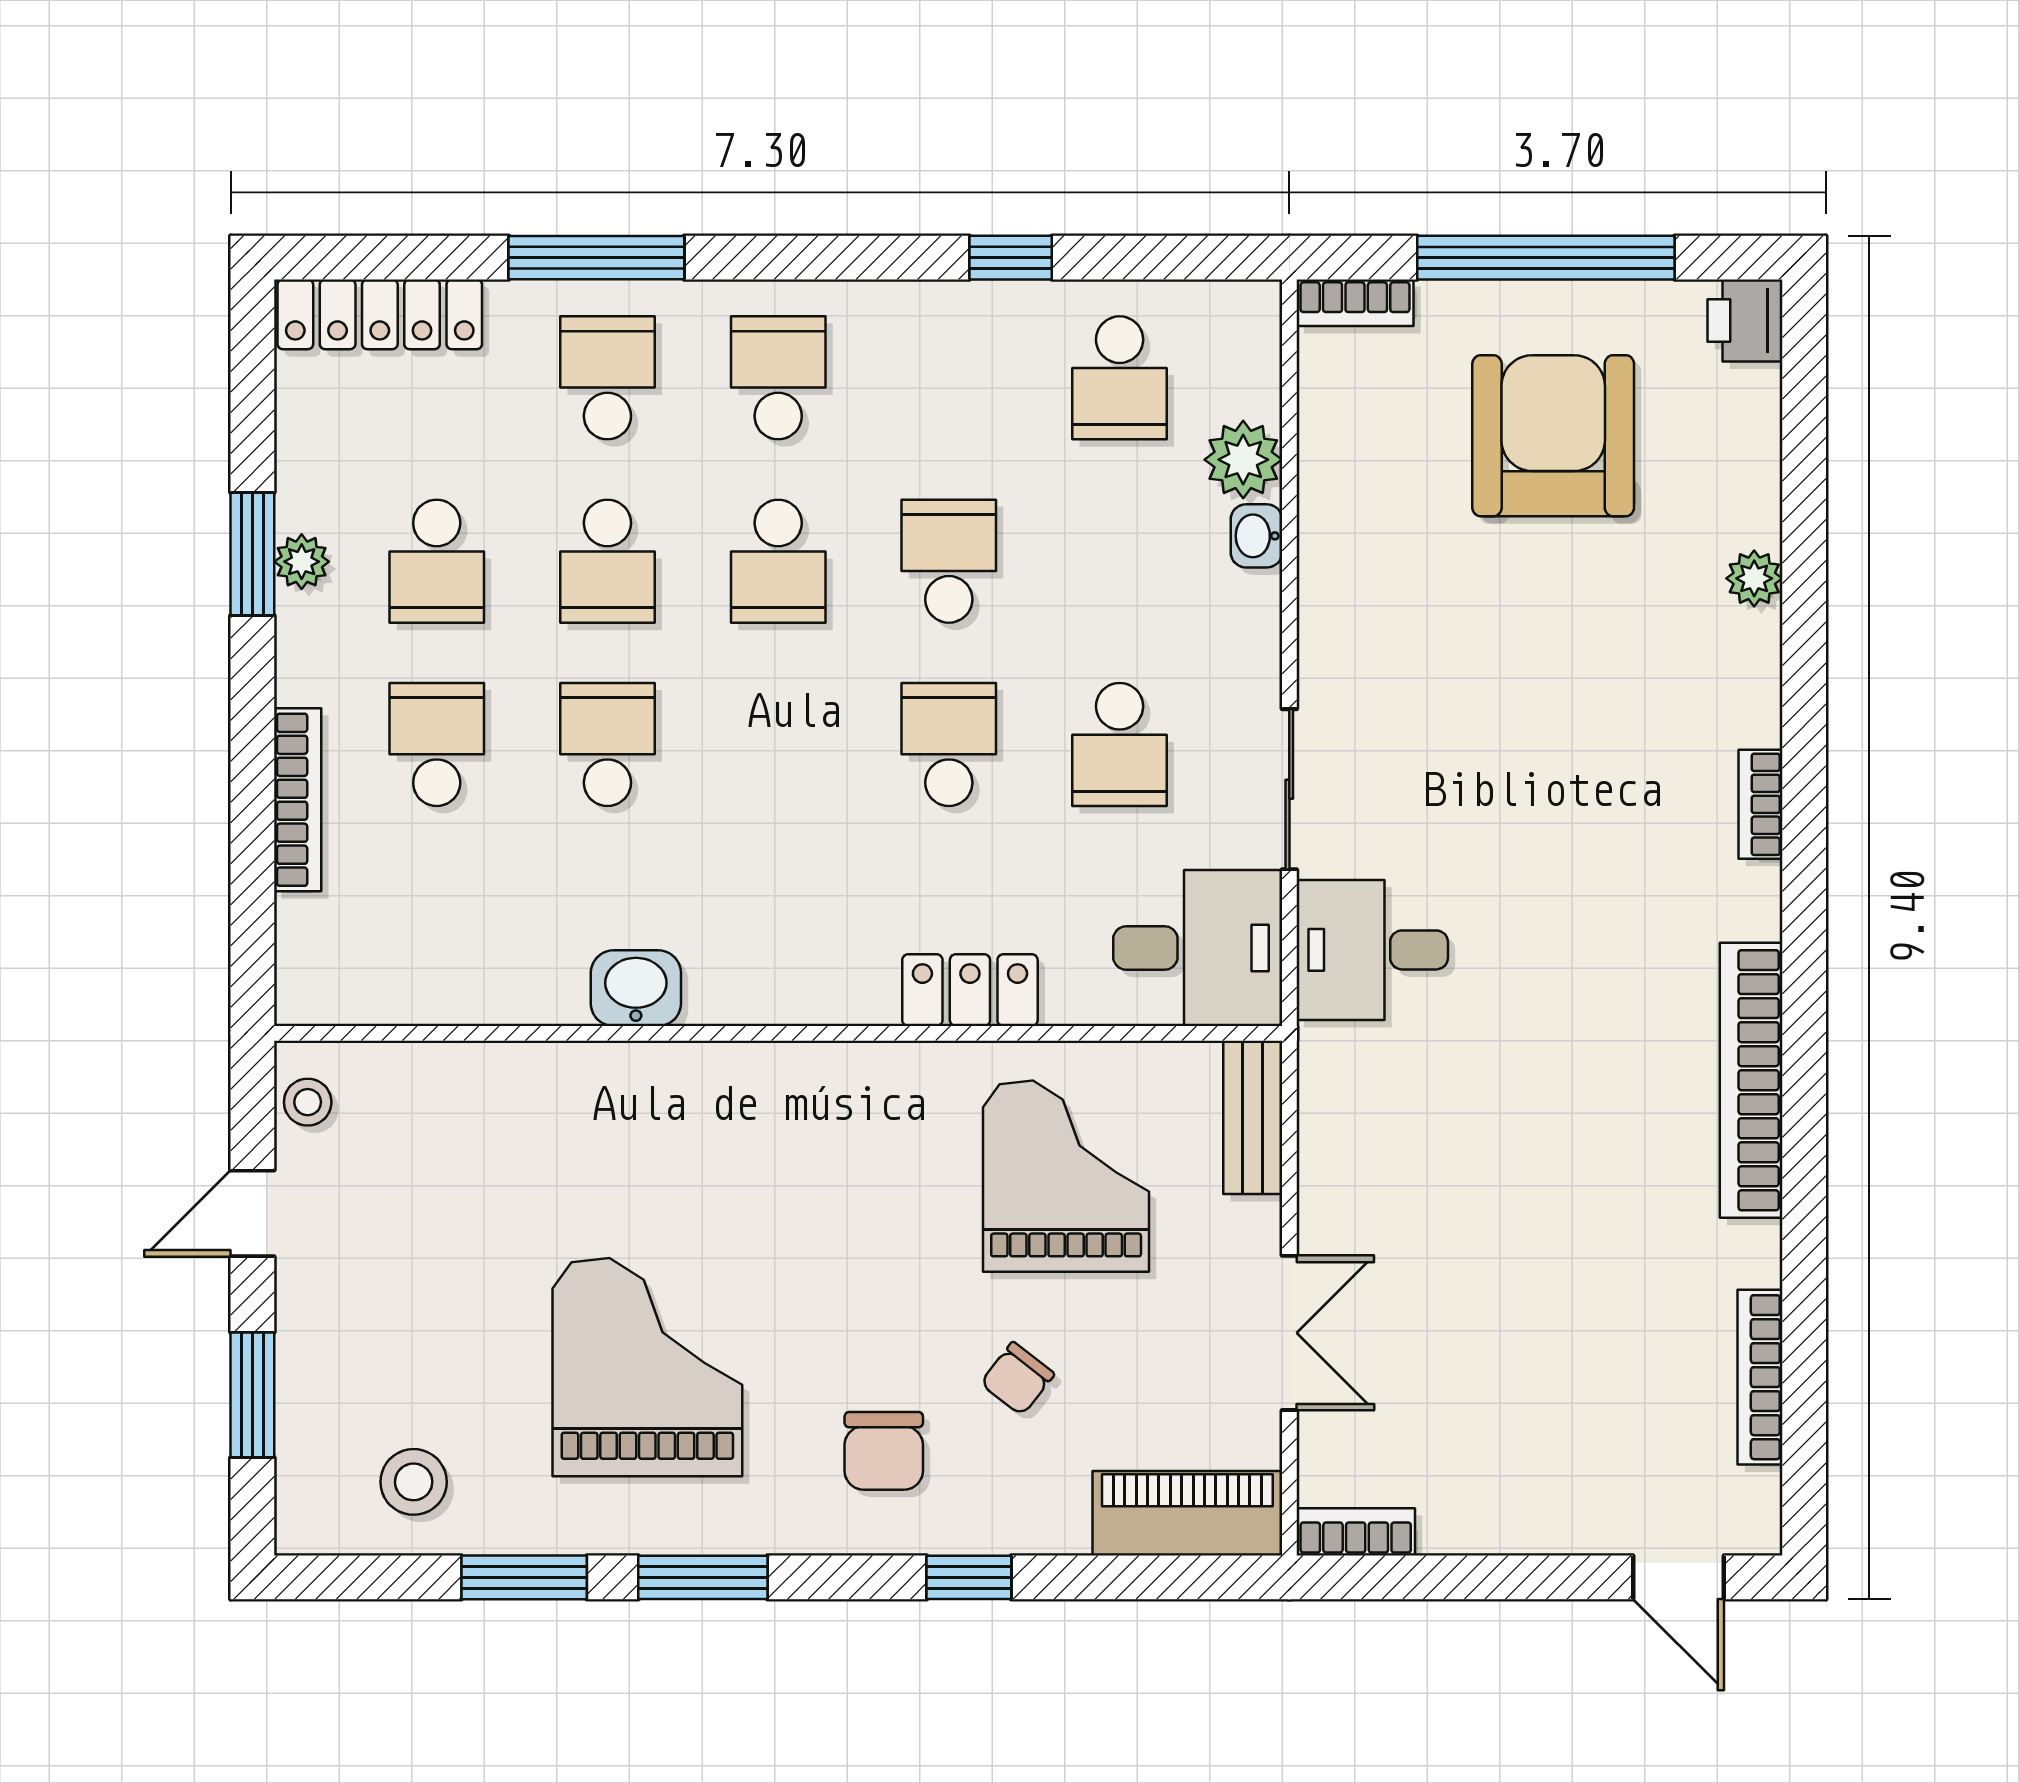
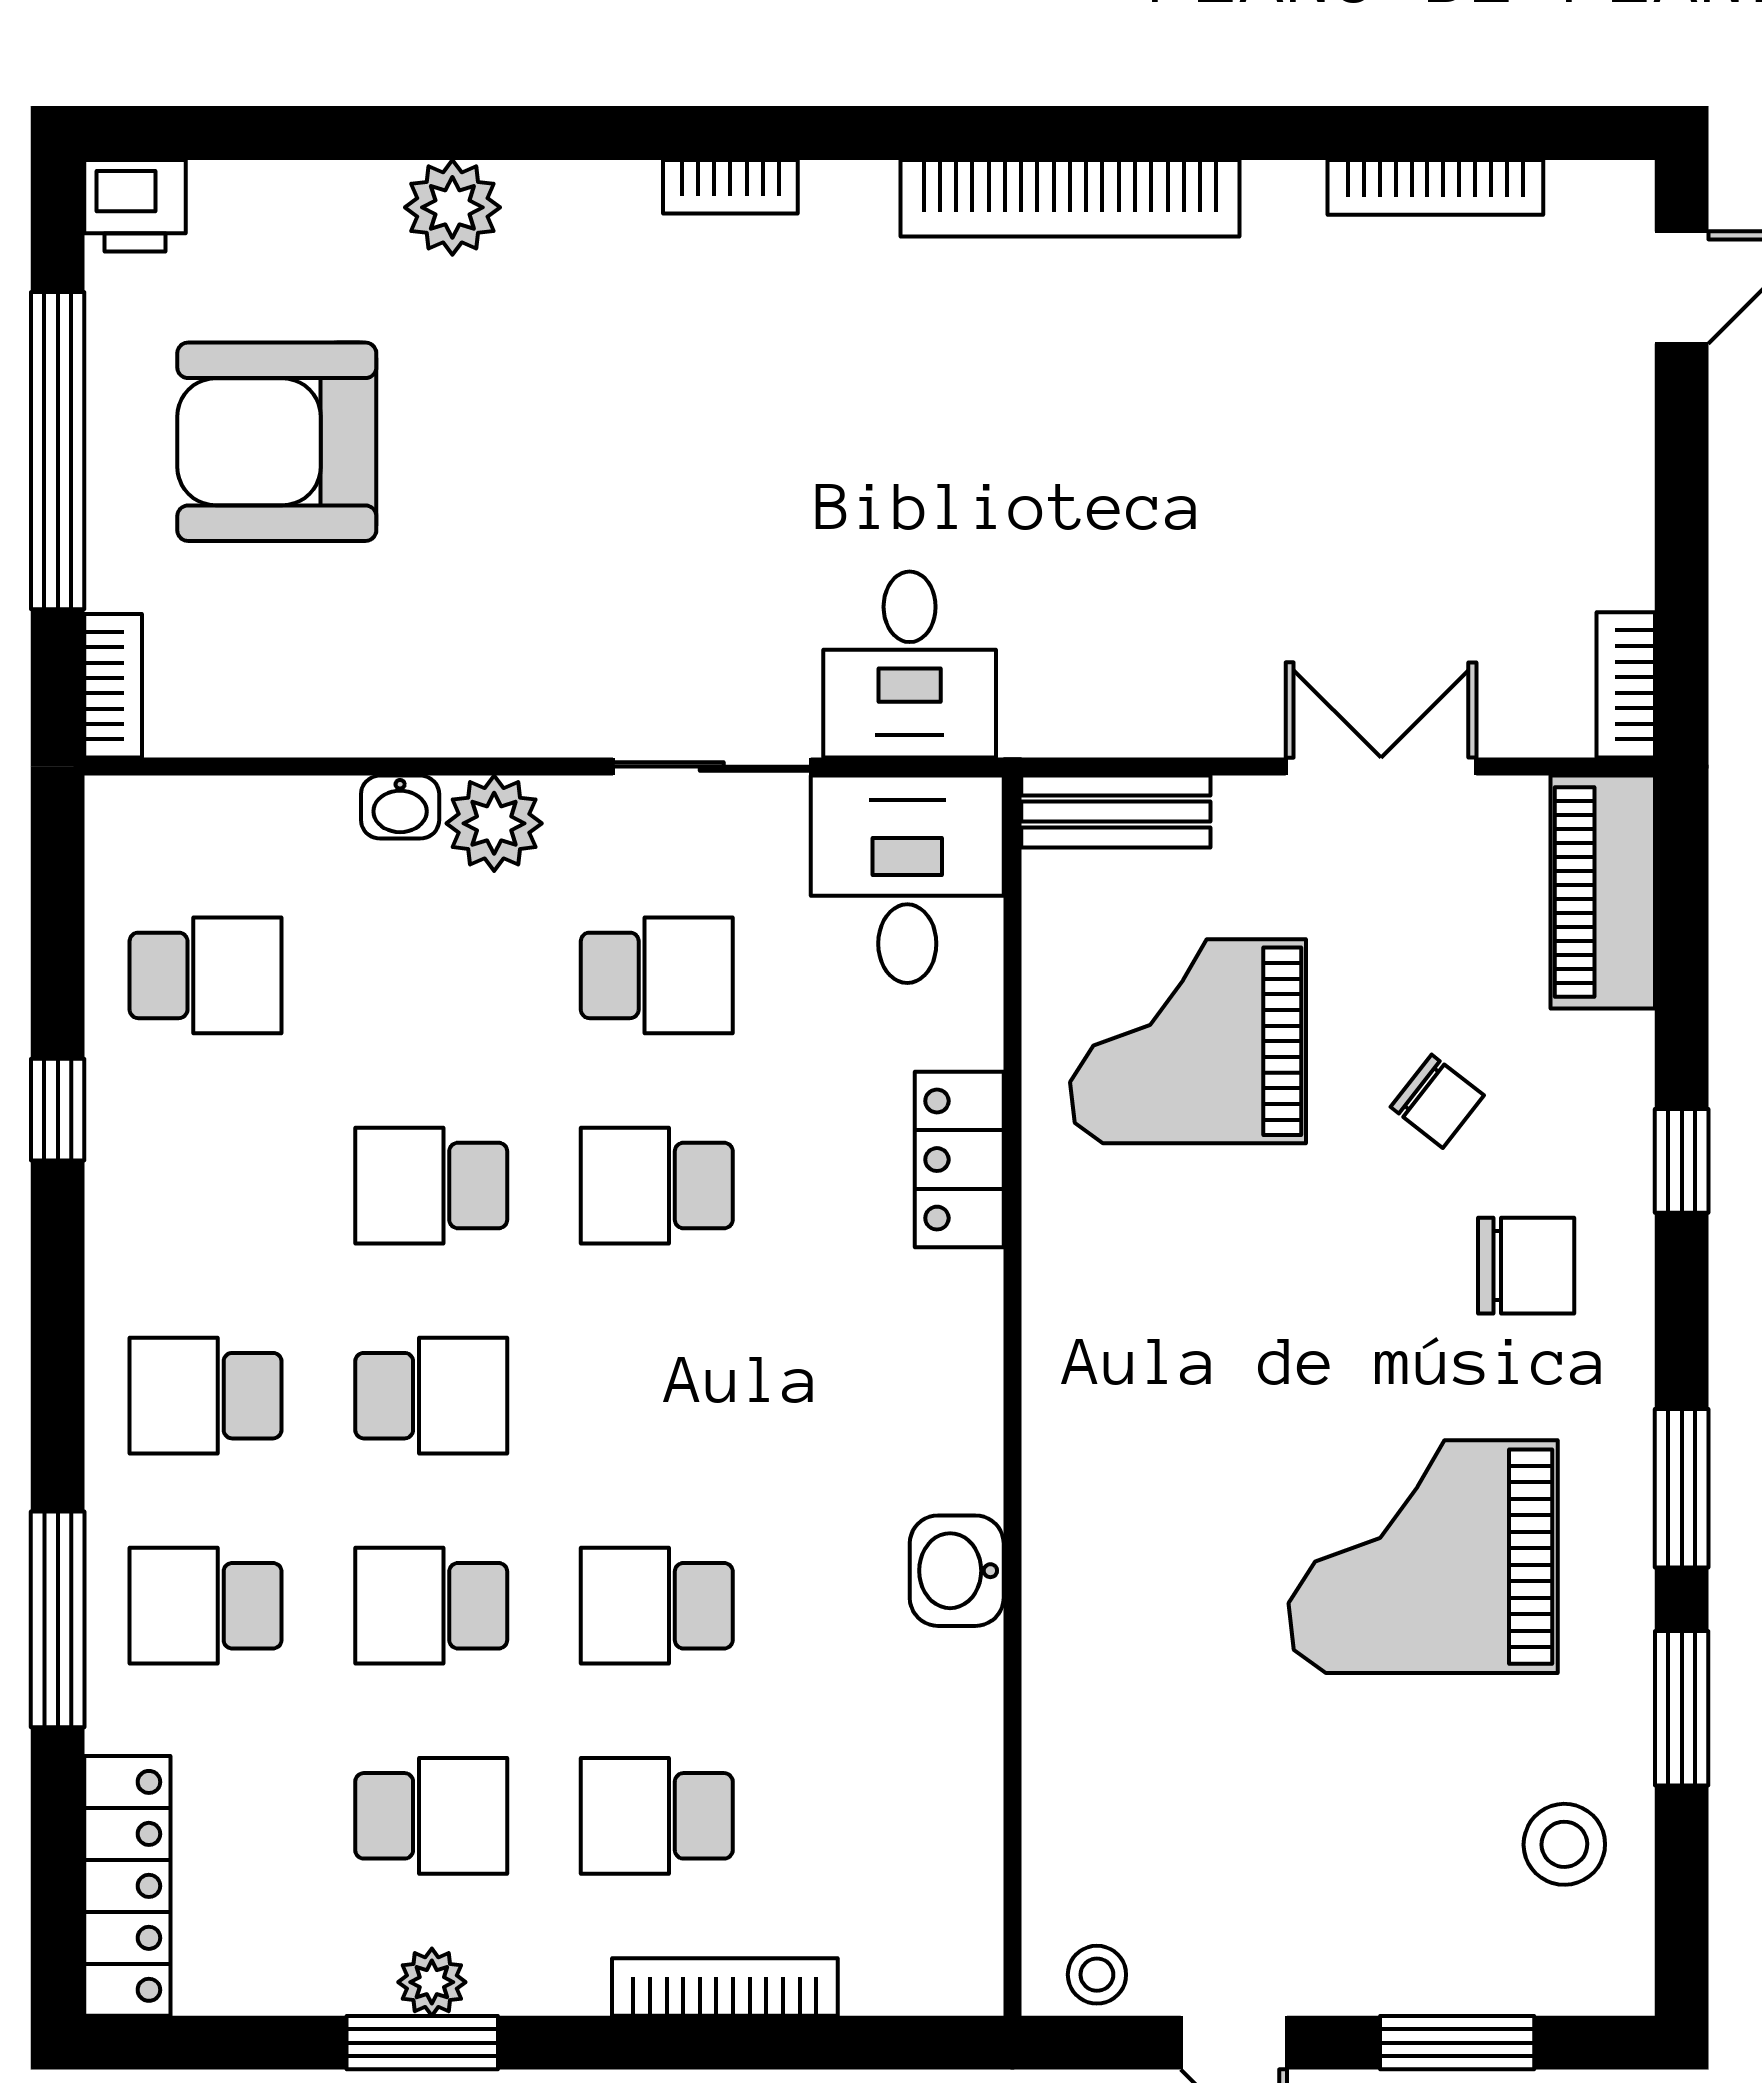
plant: (1243, 460) -> (494, 823), moved
school desk: (607, 561) -> (431, 1606), turned 180
plant: (1754, 578) -> (452, 207), width x1.38, depth x1.38

